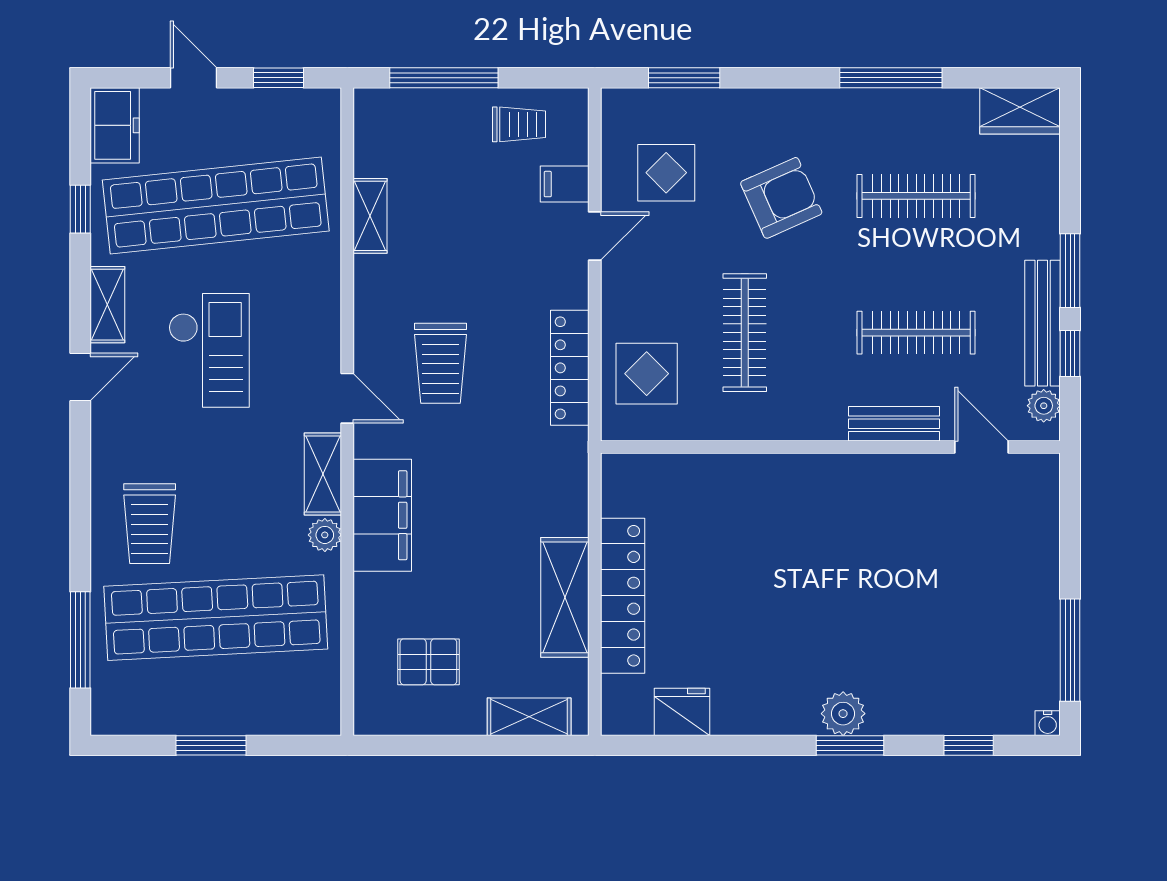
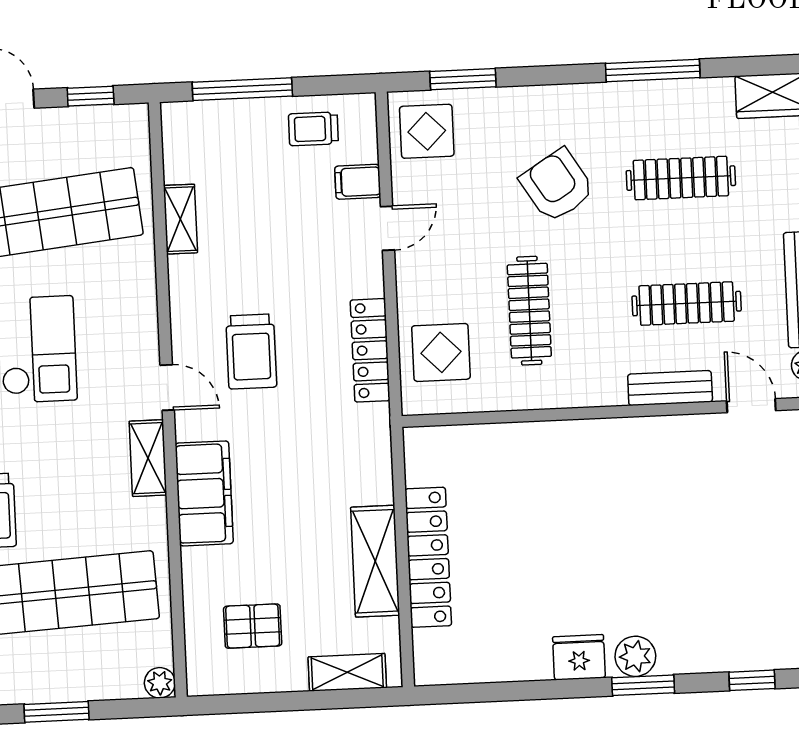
trolley: (519, 124) -> (313, 129), turned 180
display table: (666, 173) -> (427, 131), moved
armchair: (781, 198) -> (557, 185), turned -98
plant: (325, 535) -> (160, 683), moved
fridge: (682, 712) -> (579, 657), moved

